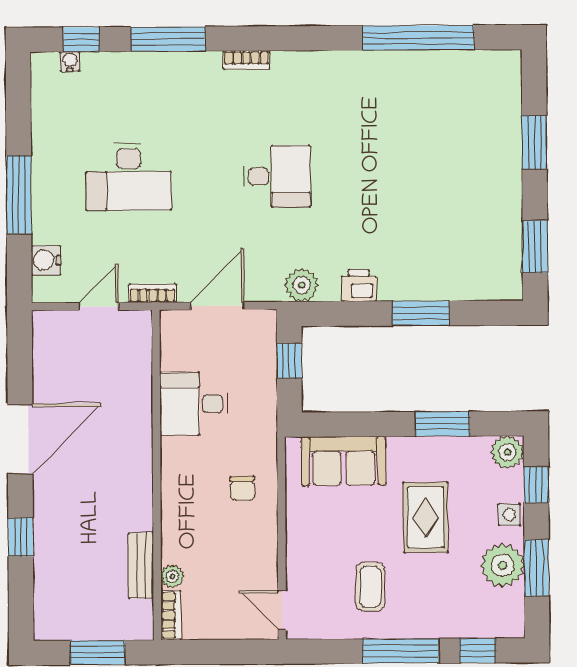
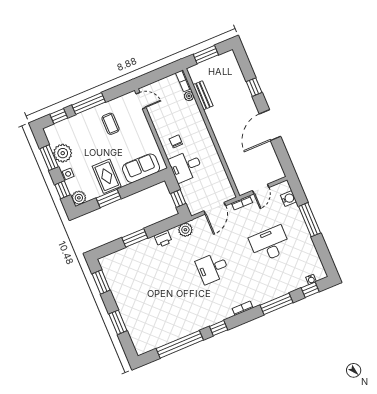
window: (318, 38) -> (219, 328), added
desk: (194, 404) -> (186, 166), moved, turned 180
rug: (426, 517) -> (107, 176), moved

